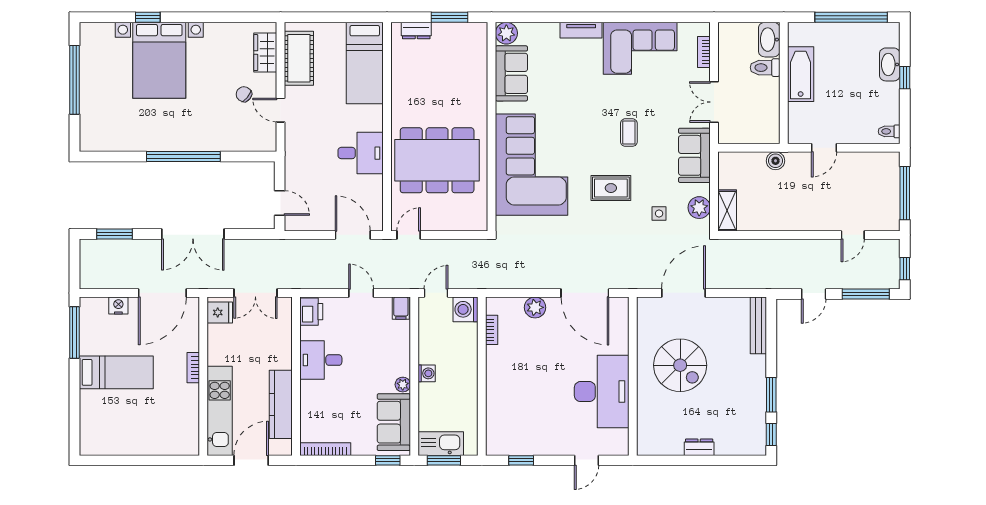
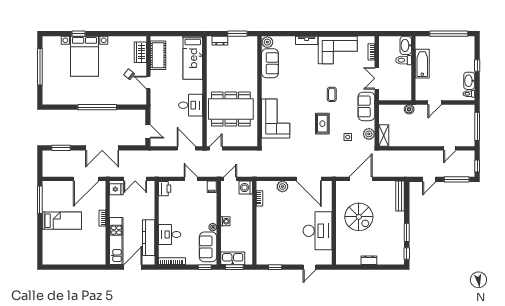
washbasin: (890, 64) -> (469, 81), moved
corner sofa: (532, 165) -> (276, 118), width x0.73, depth x0.74
rug: (611, 188) -> (322, 124), turned 90
nightstand: (118, 306) -> (63, 186), removed
desk: (321, 360) -> (170, 234), moved

